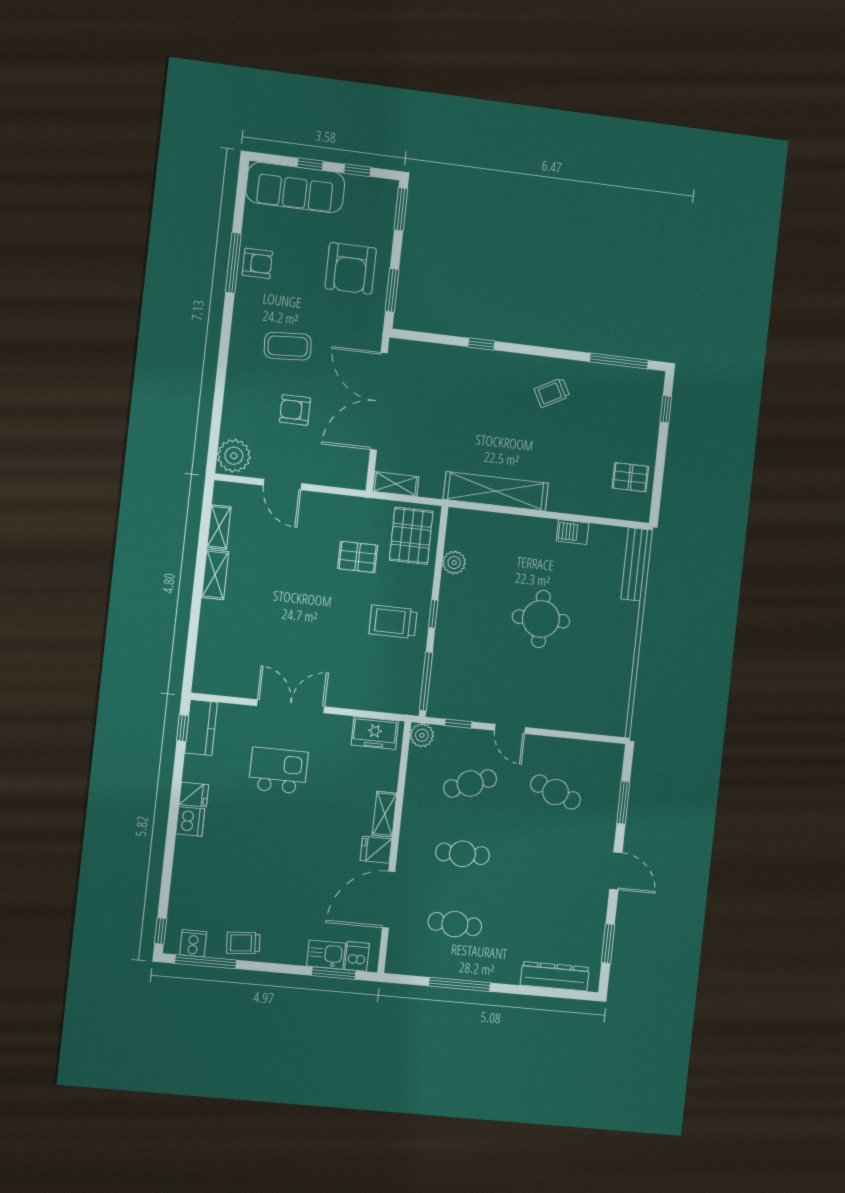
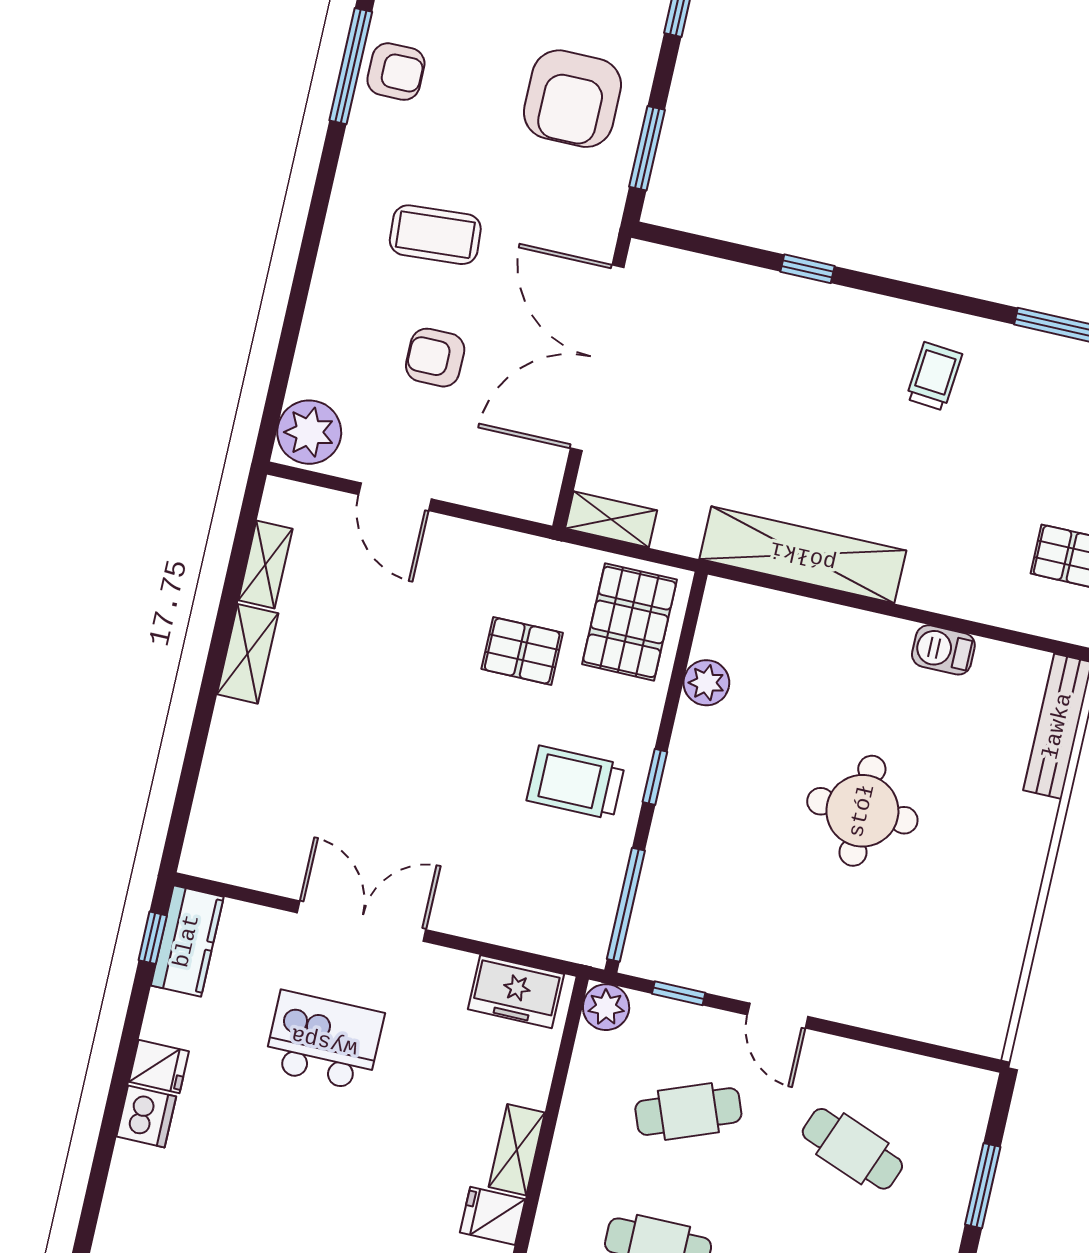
trolley: (552, 393) -> (934, 376), turned 123

